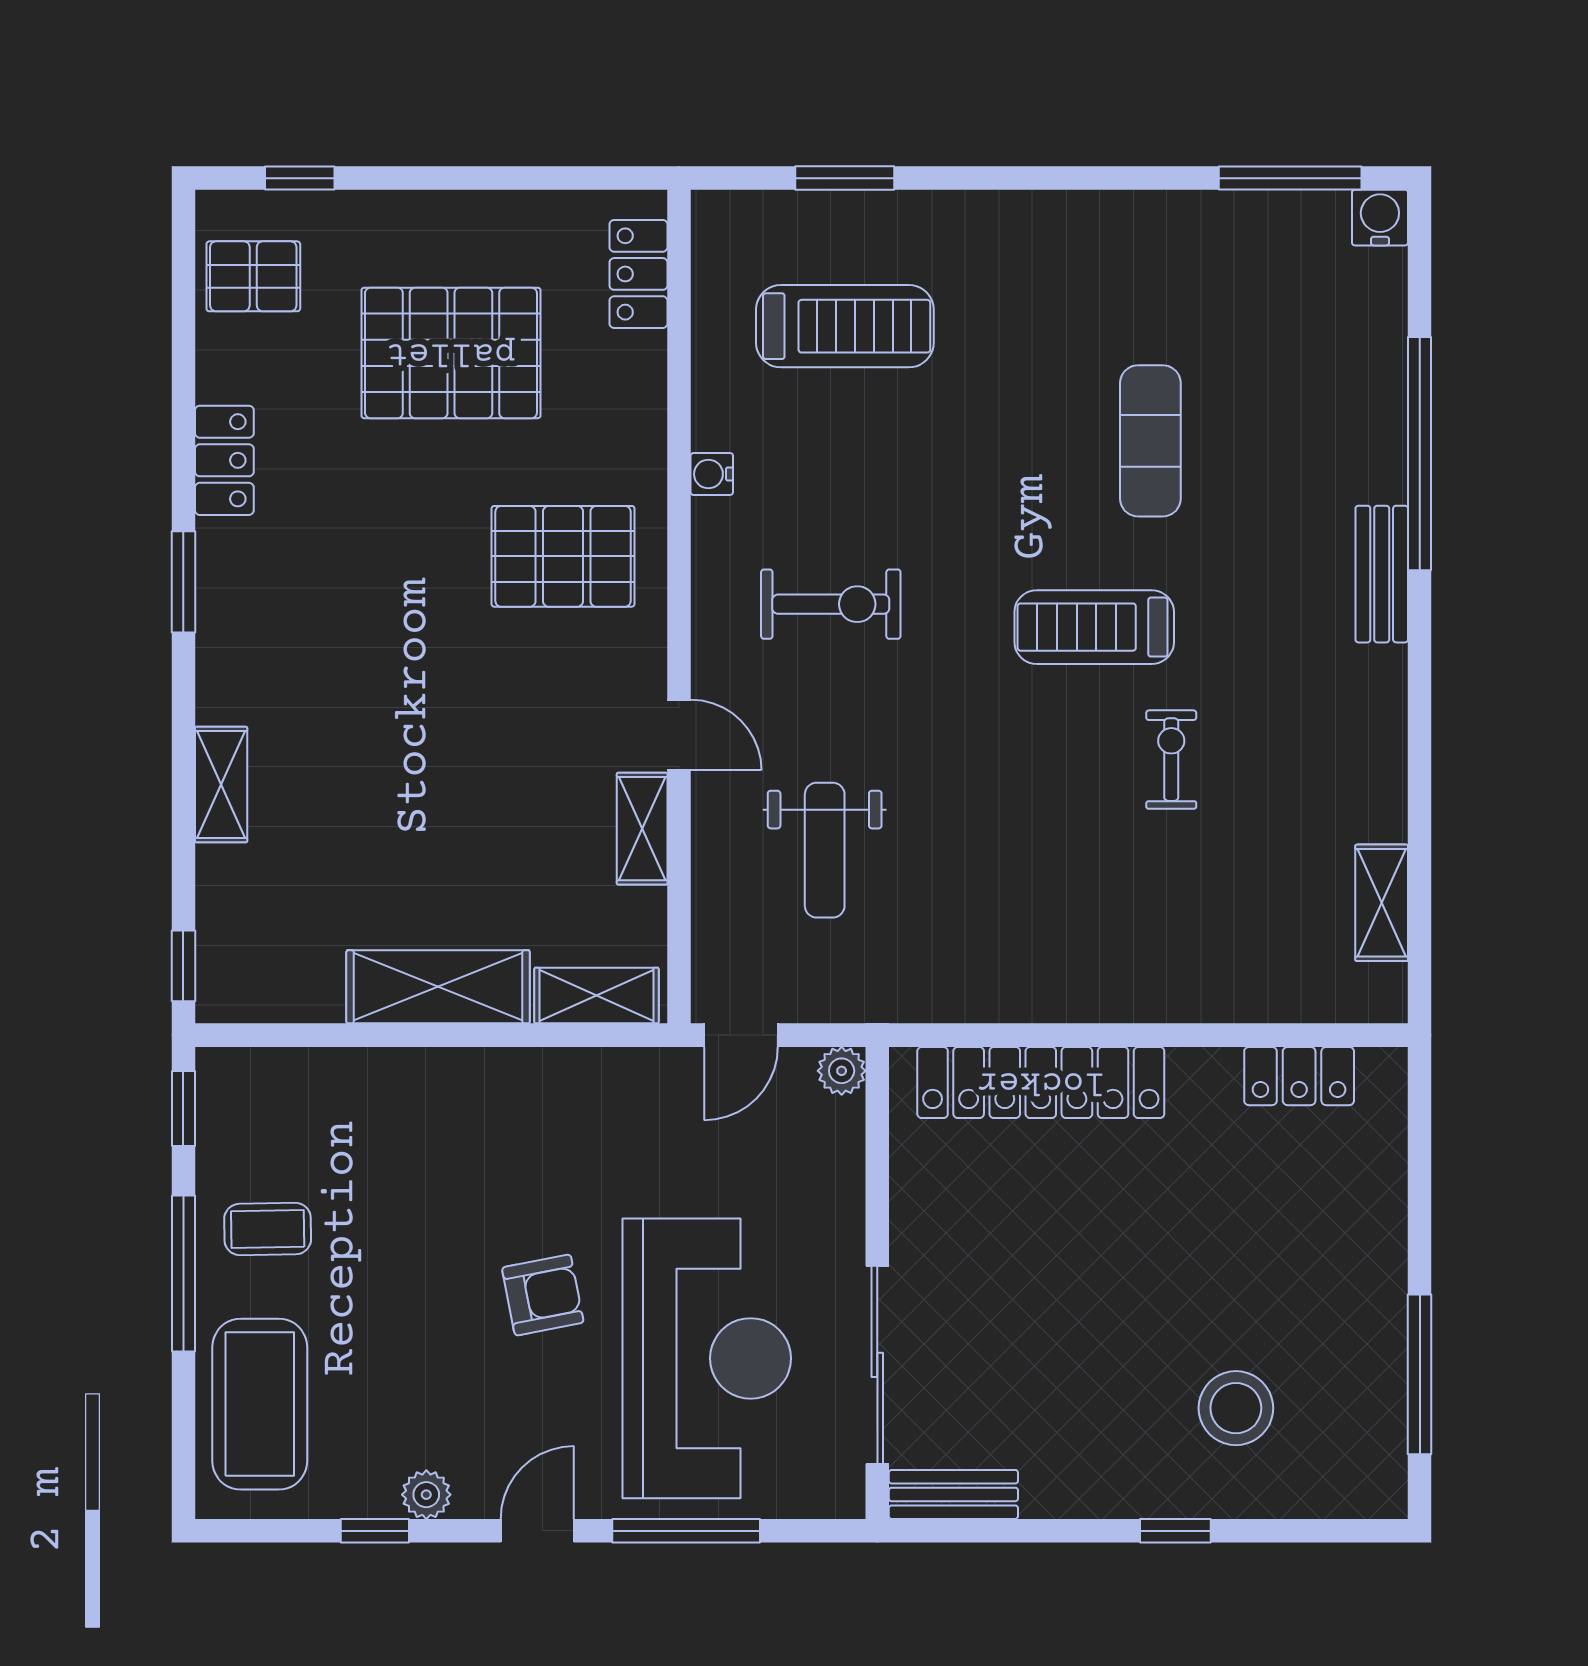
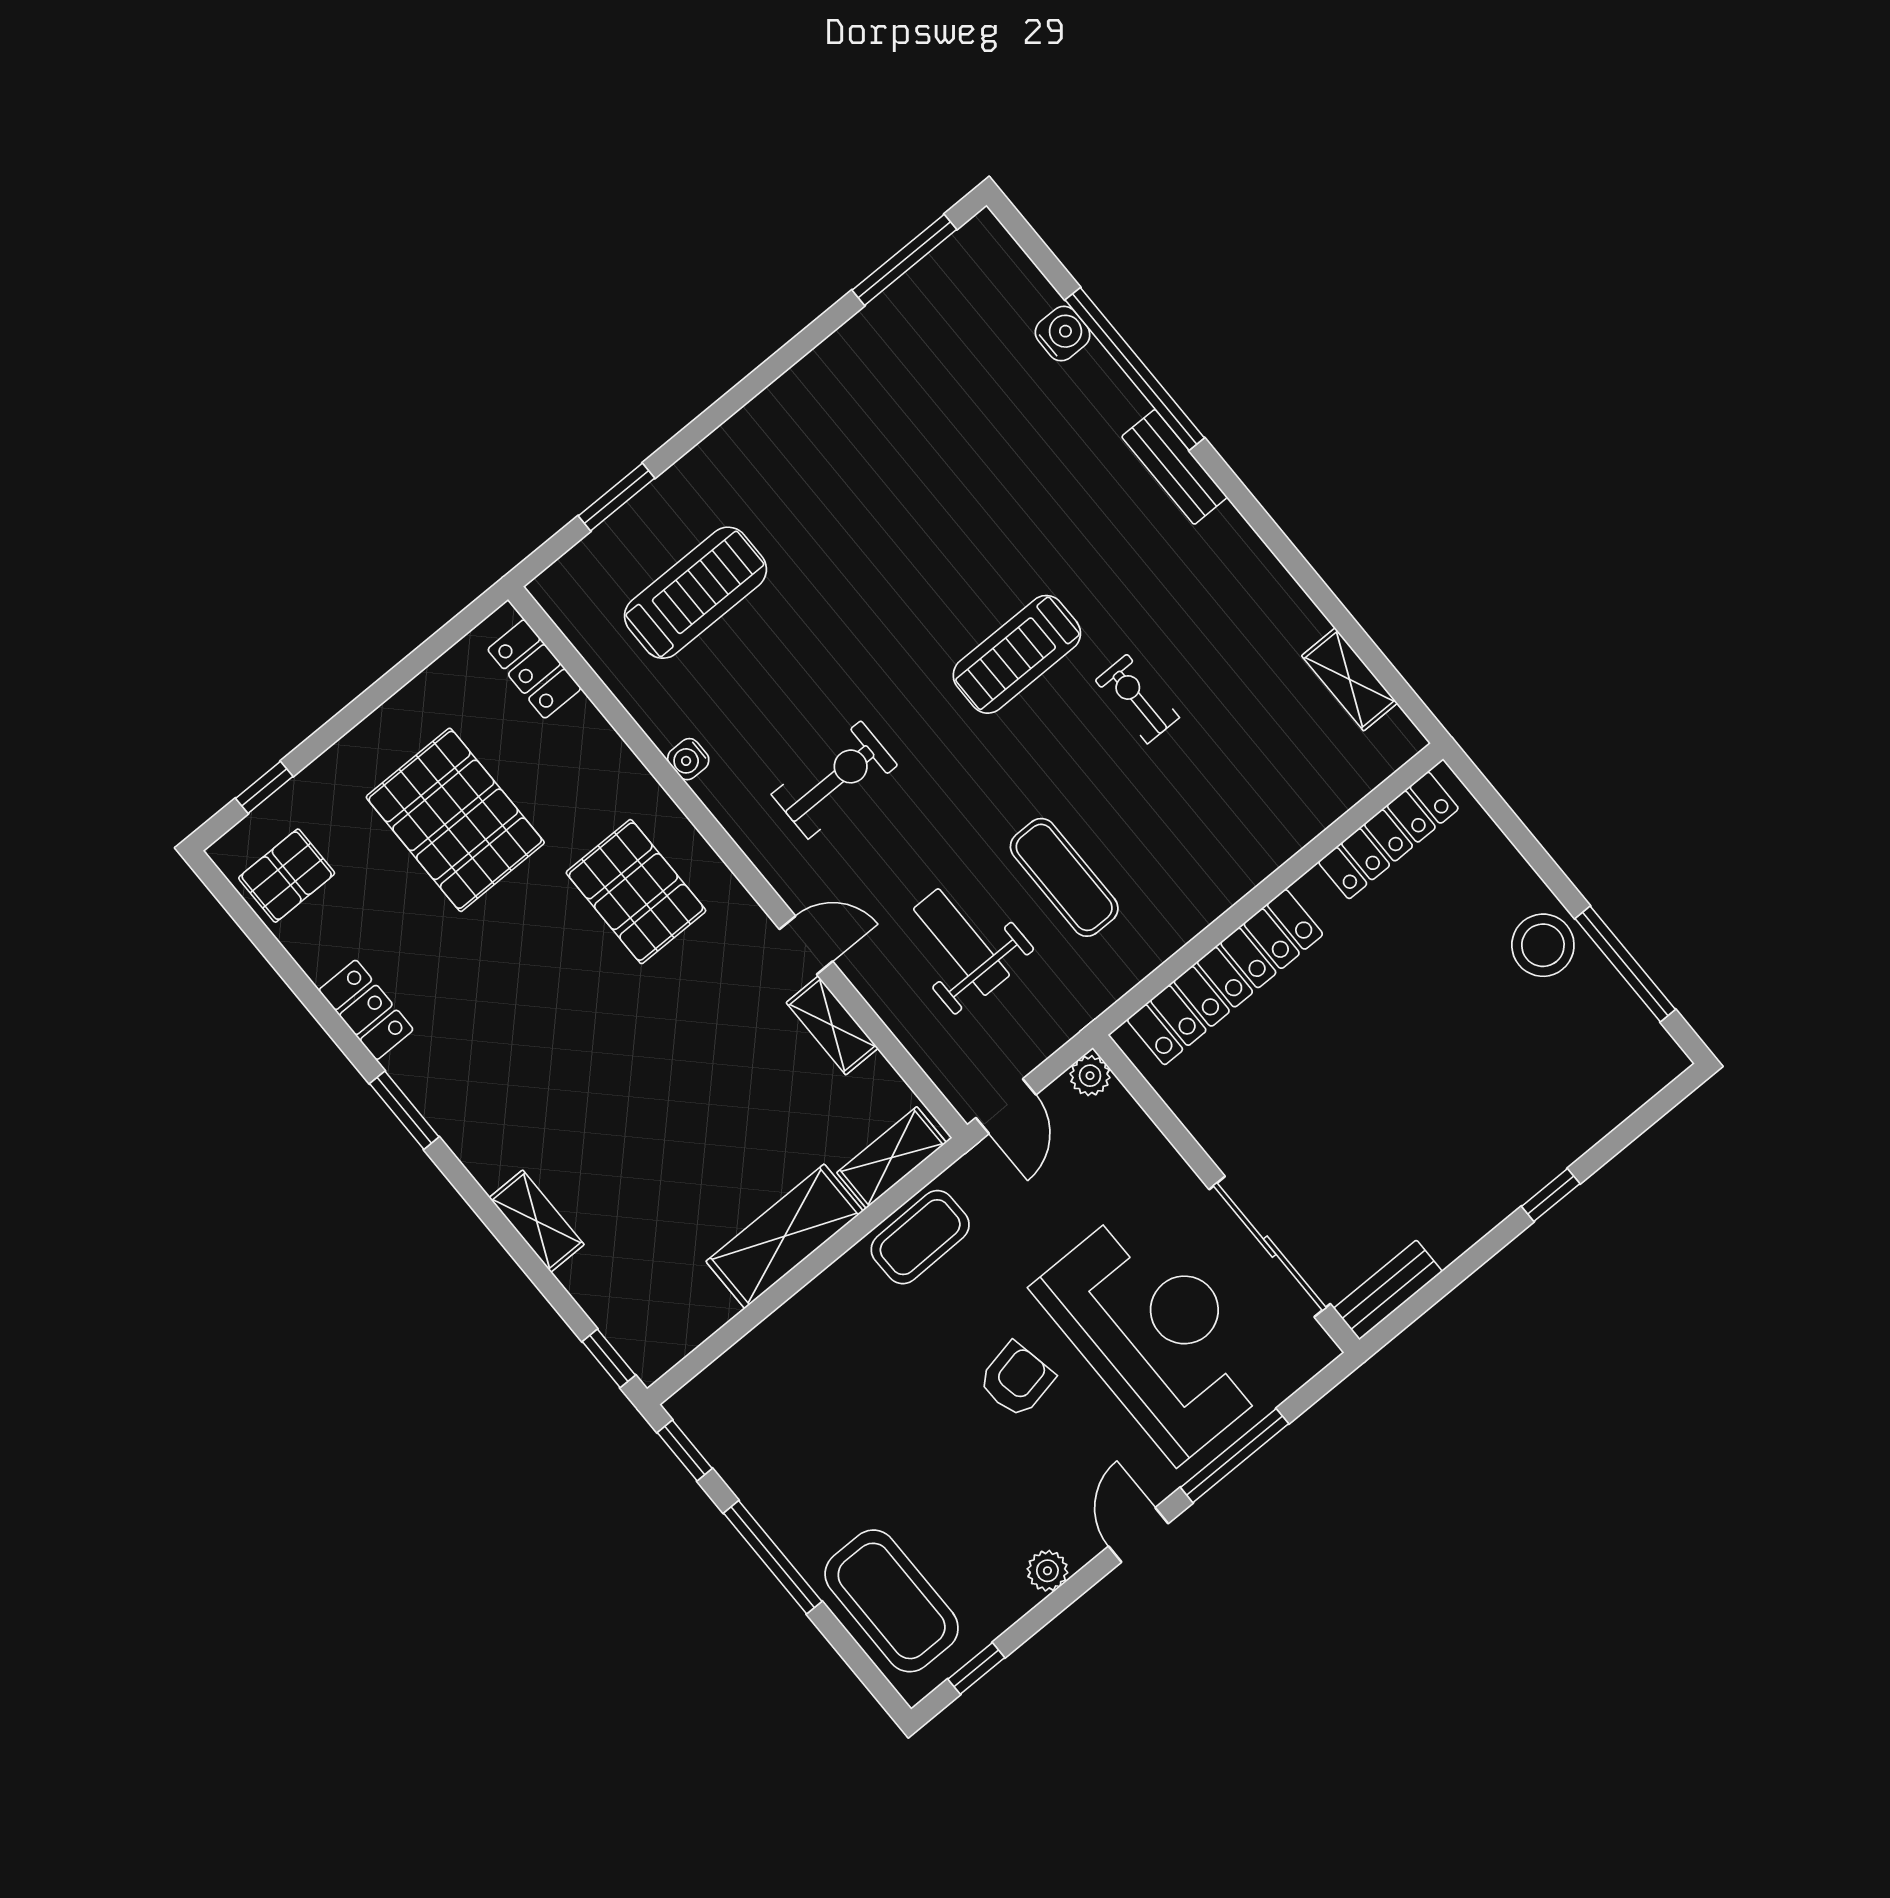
water cooler: (1380, 218) -> (1063, 334), moved, turned 90
pallet: (451, 353) -> (455, 820), turned 90
exercise mat: (1150, 441) -> (1064, 877), moved
pallet: (563, 556) -> (636, 892), turned 90
weight bench: (825, 850) -> (962, 942), turned 180
locker: (1299, 1076) -> (1388, 835), width x1.53
coffee table: (268, 1229) -> (920, 1237), moved, width x1.36, depth x1.30
stool: (1236, 1408) -> (1543, 945), moved
window: (375, 1531) -> (976, 1668), moved

